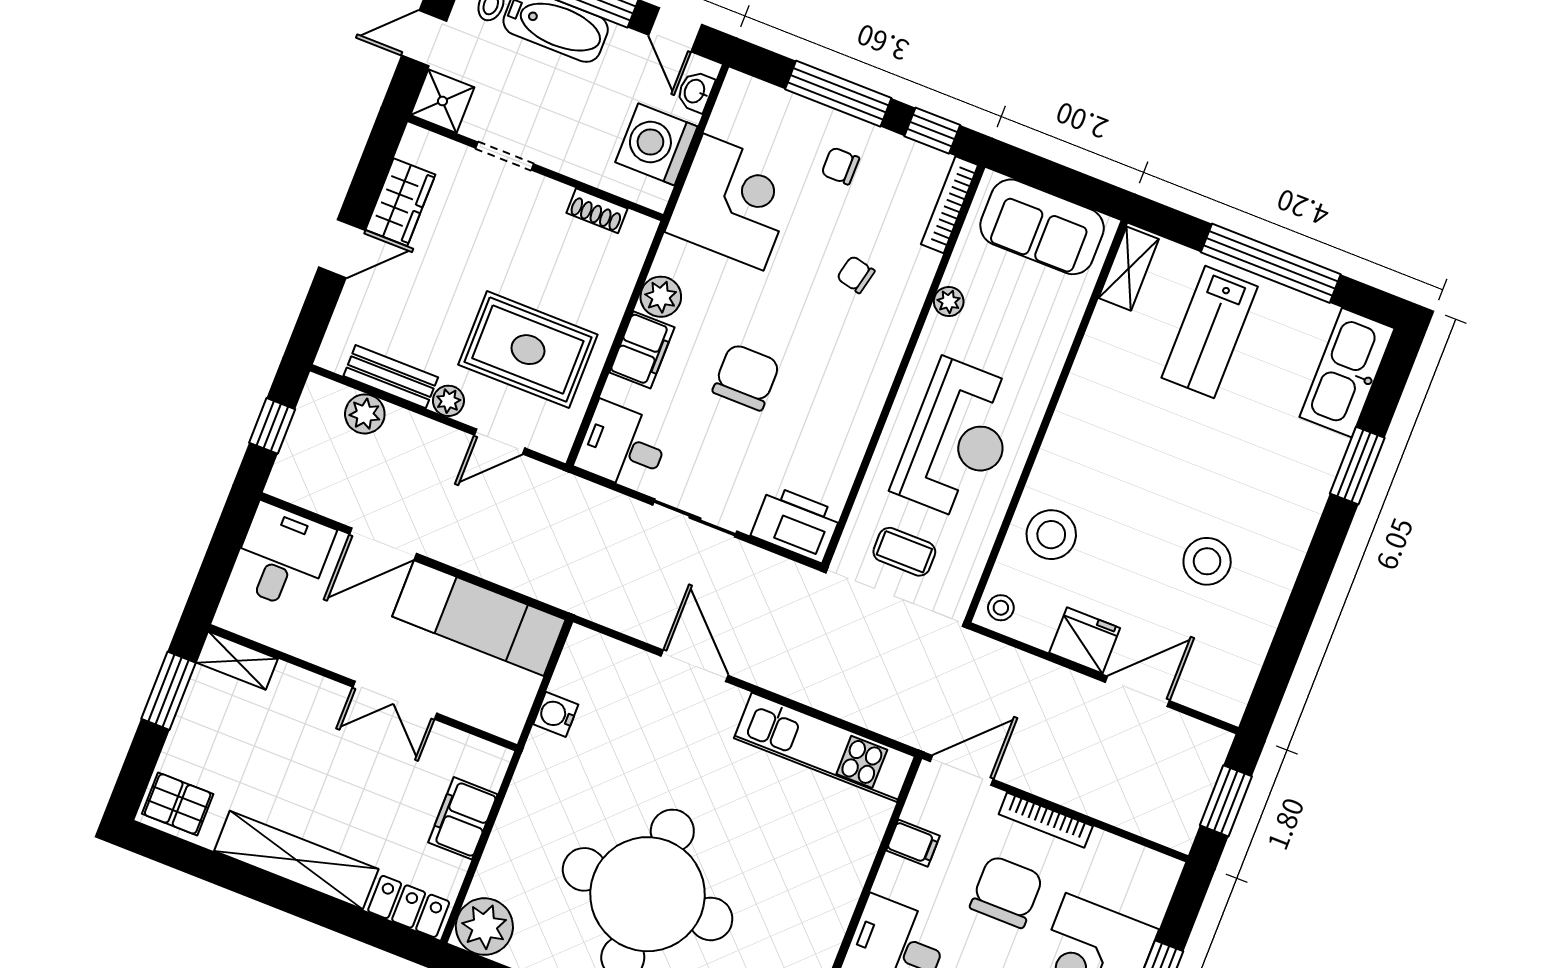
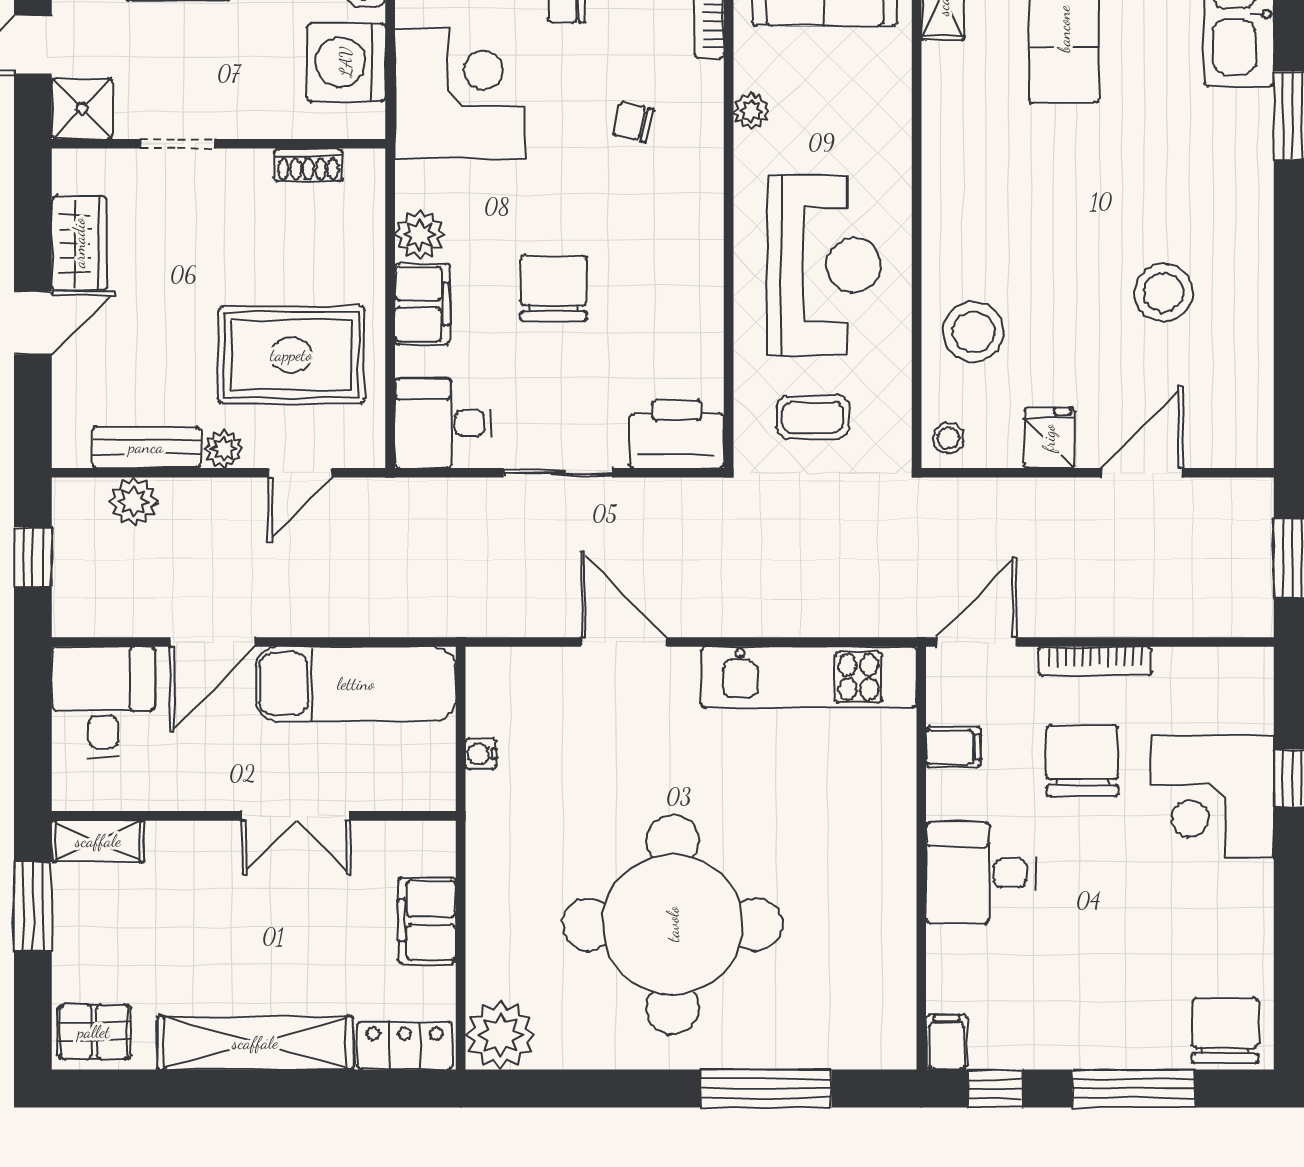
fridge: (1085, 640) -> (1049, 438), width x0.72
water cooler: (556, 714) -> (481, 754), width x0.72, depth x0.72

